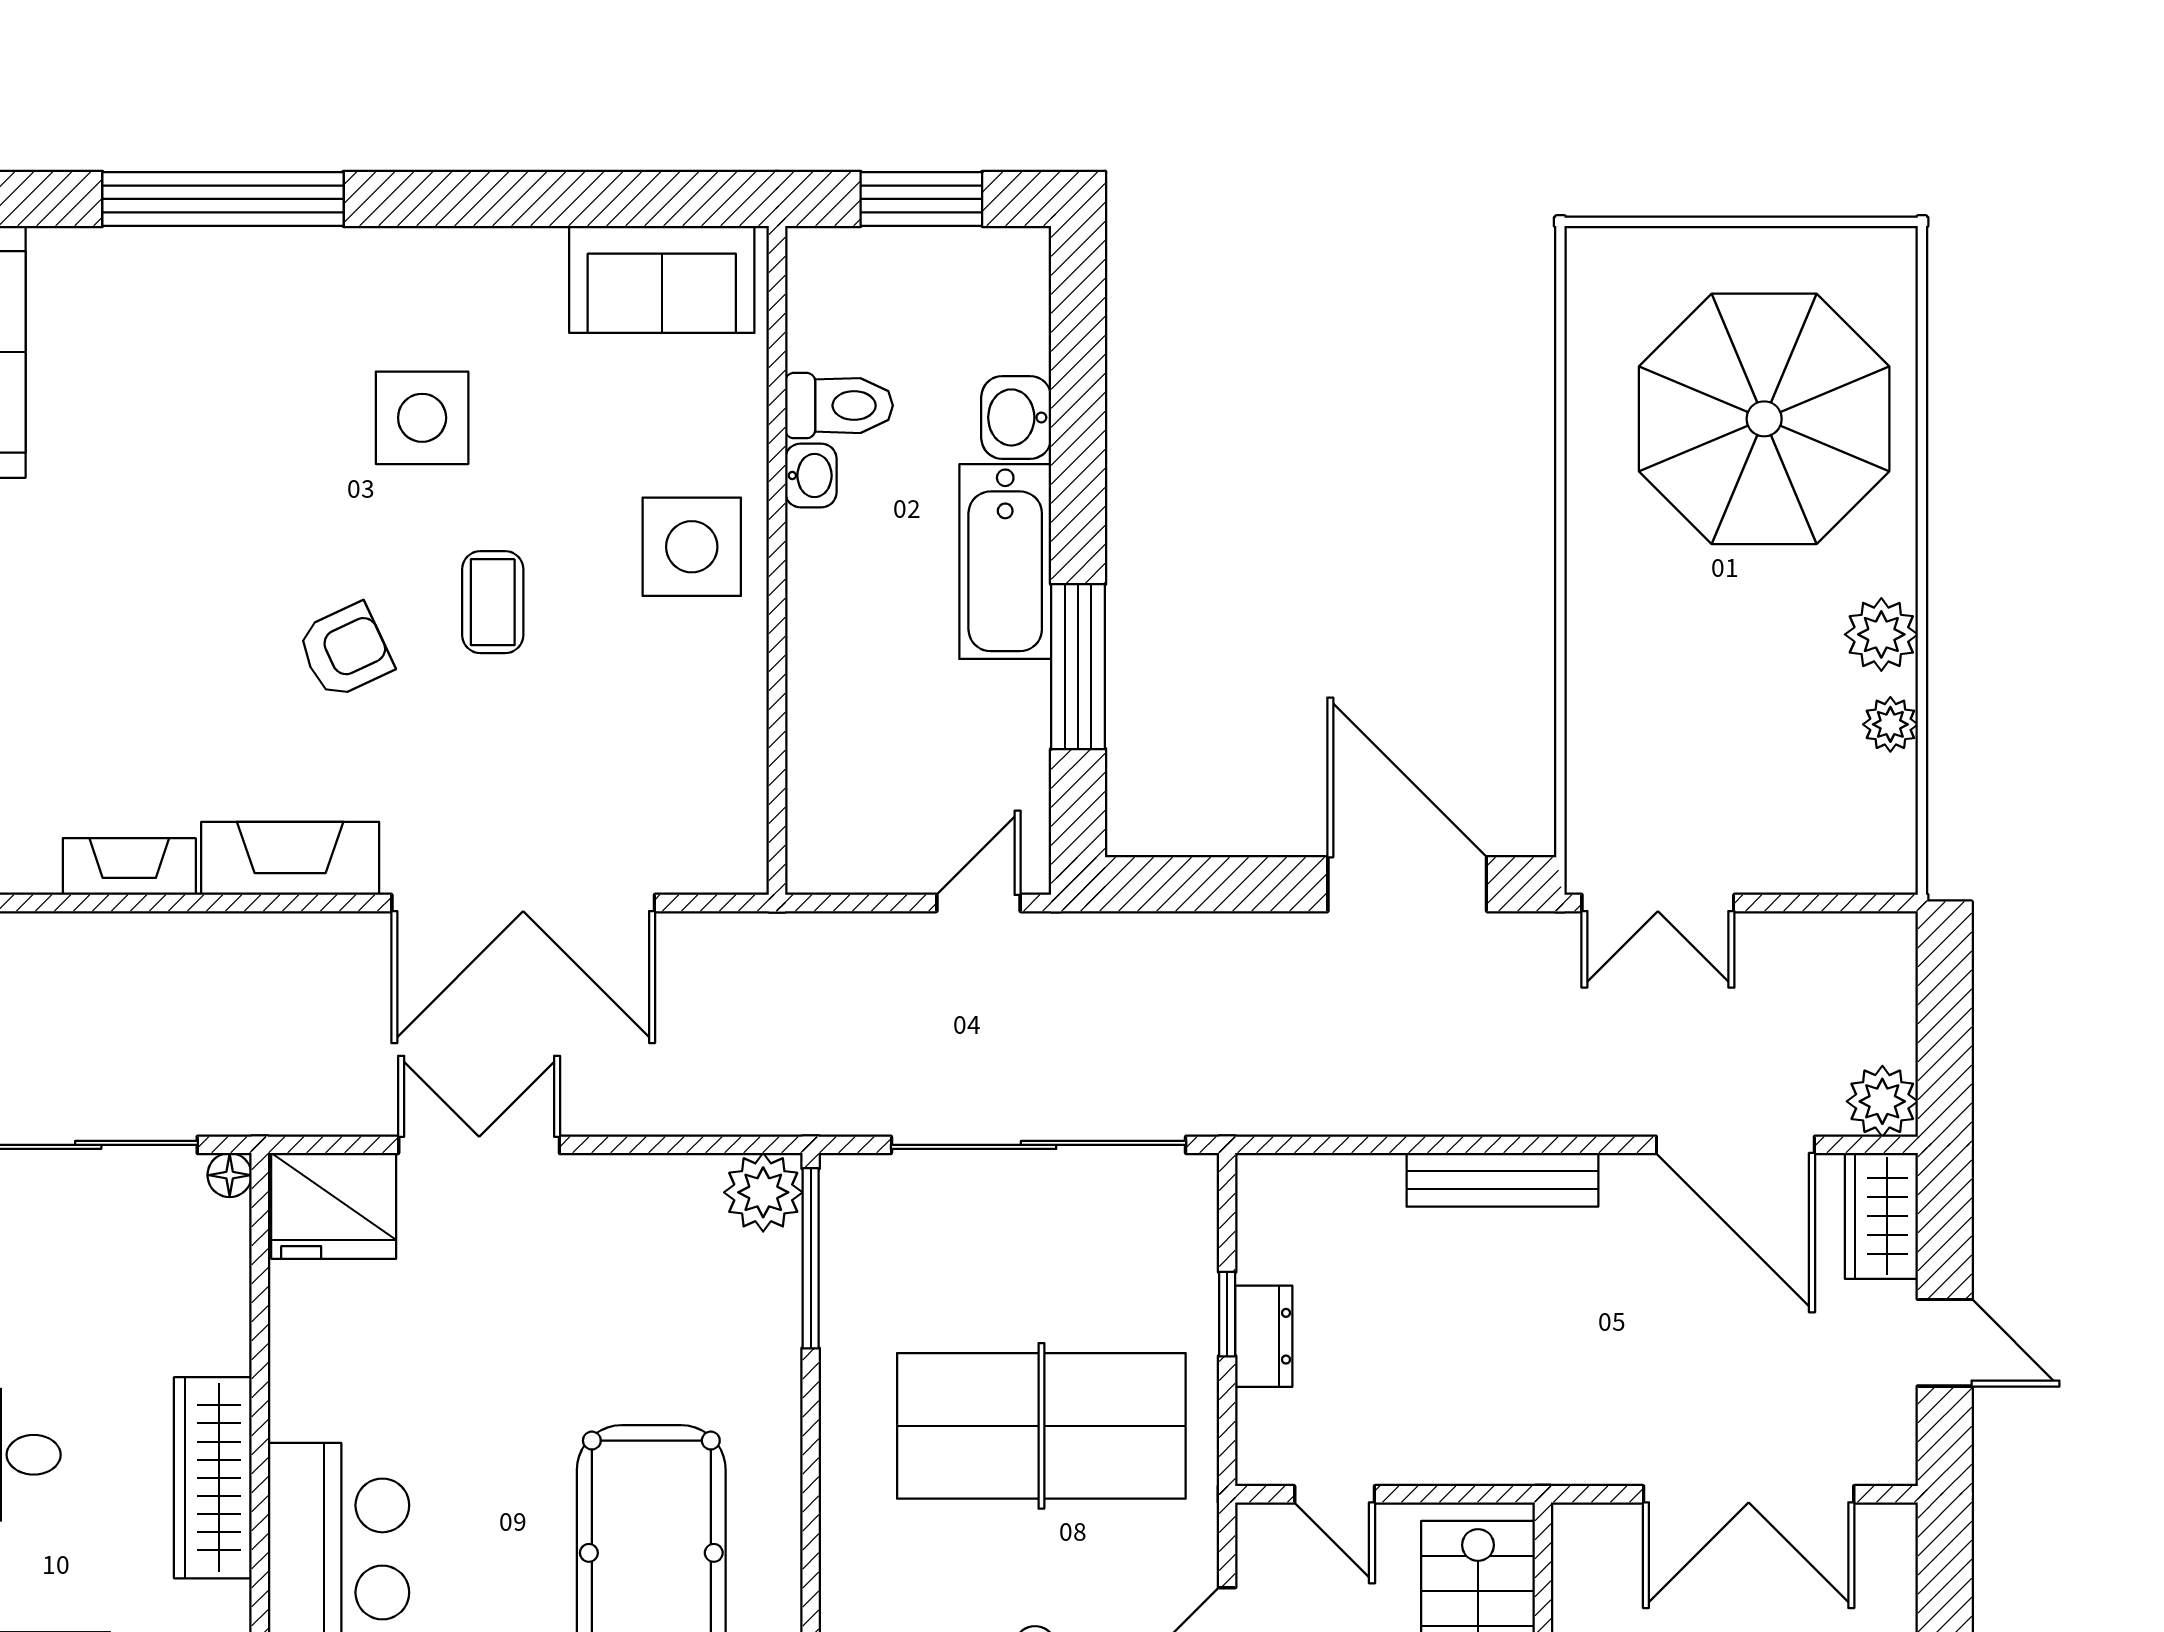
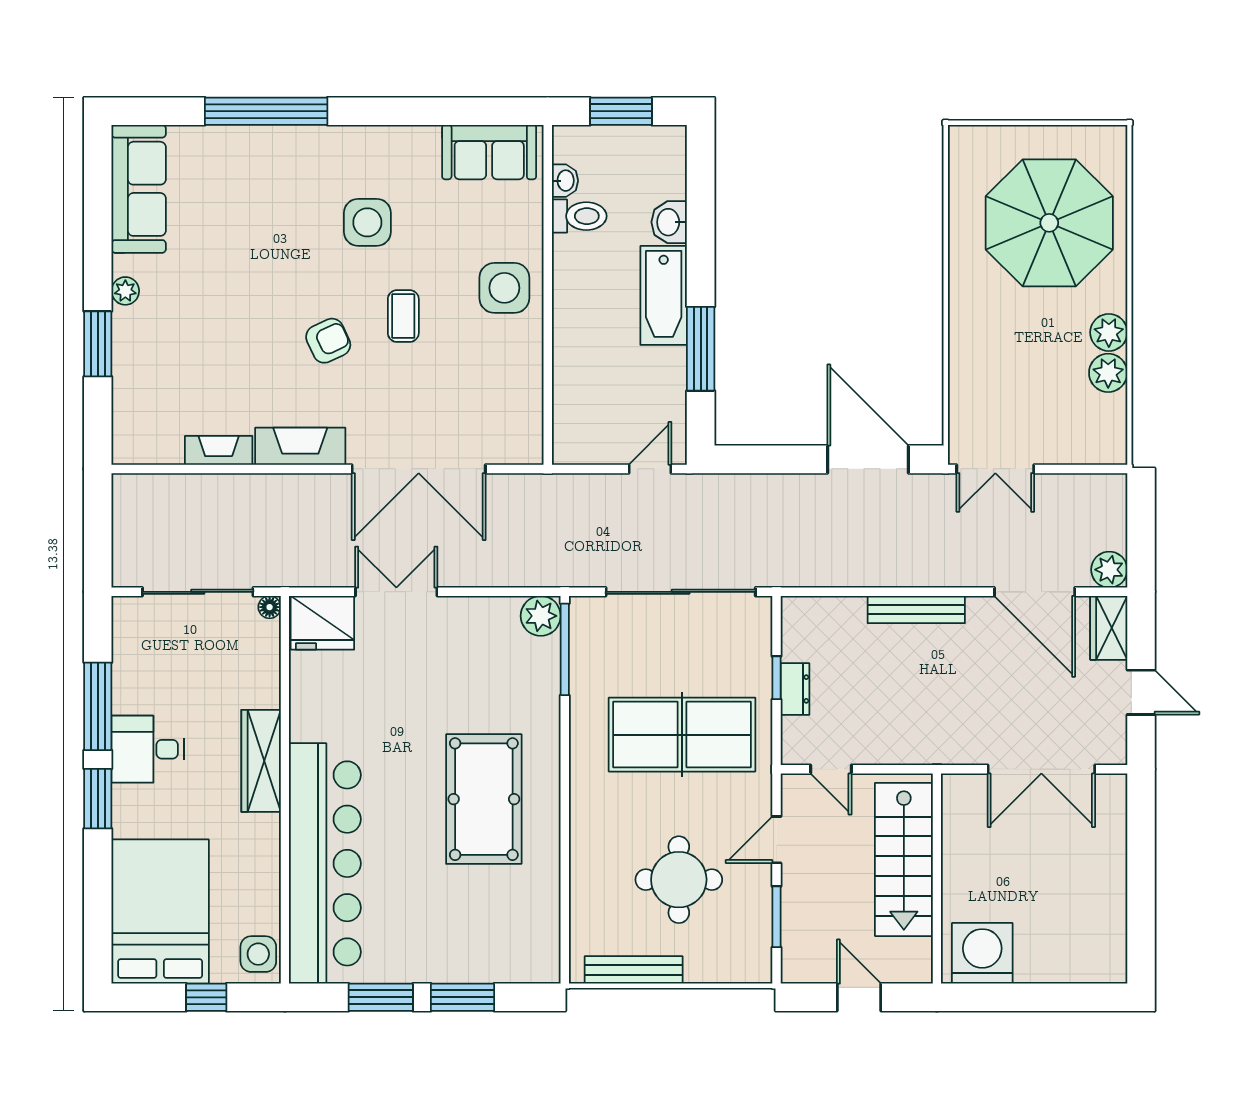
washbasin: (811, 476) -> (565, 181), moved
plant: (1890, 724) -> (1108, 373), width x1.38, depth x1.38

